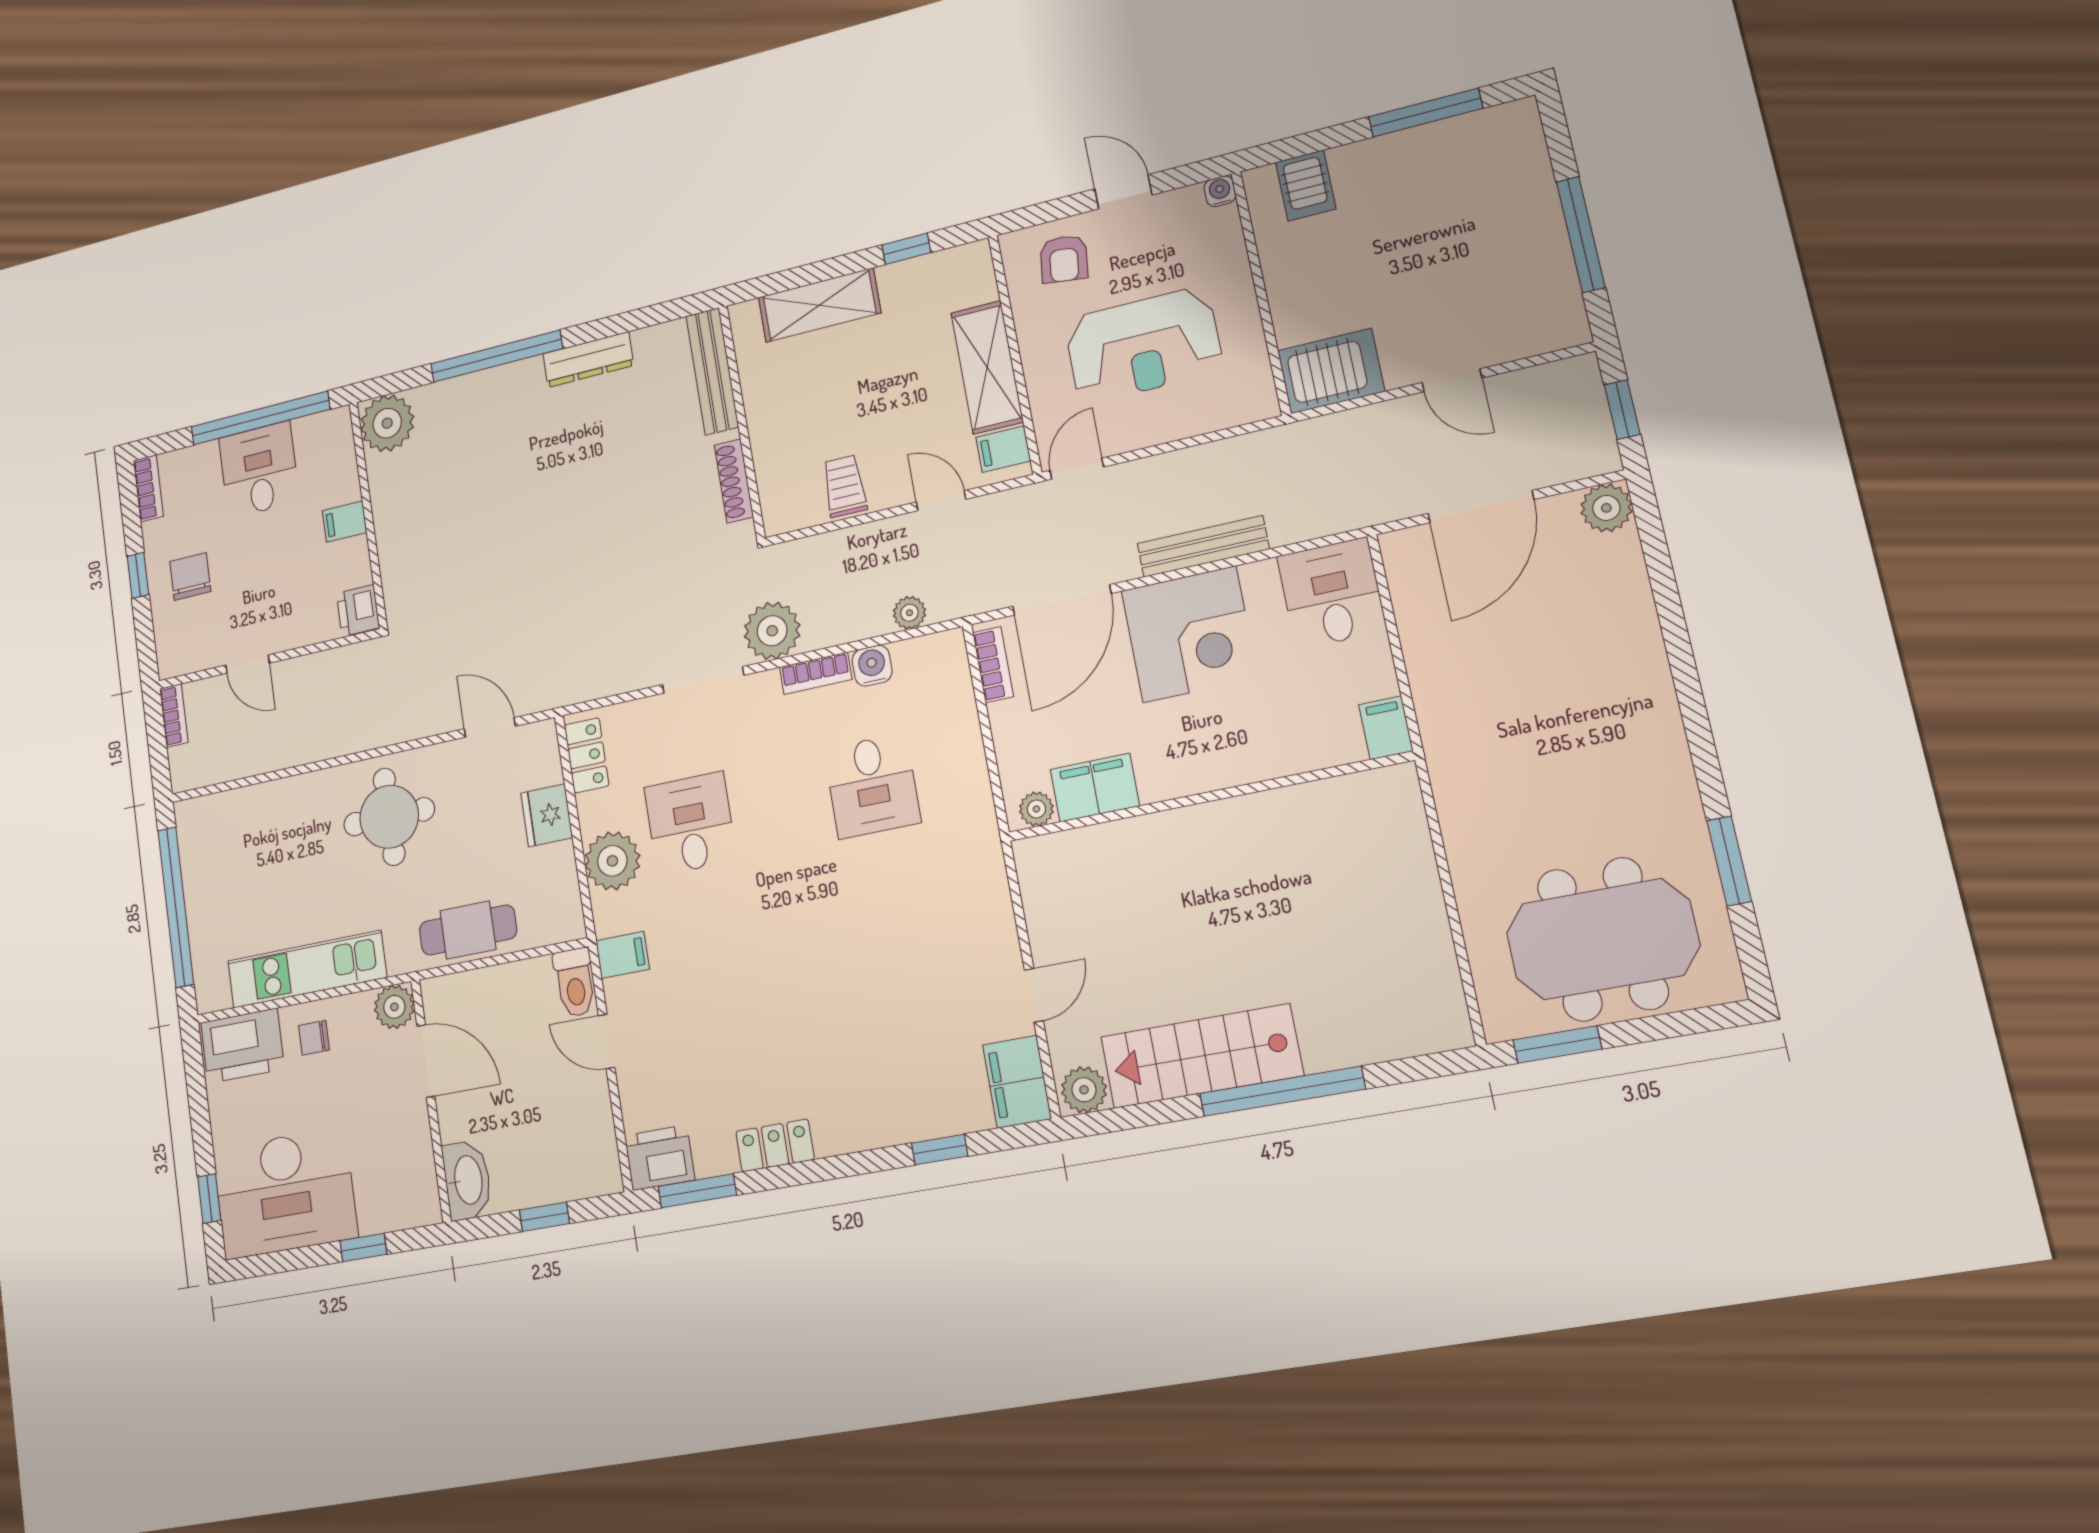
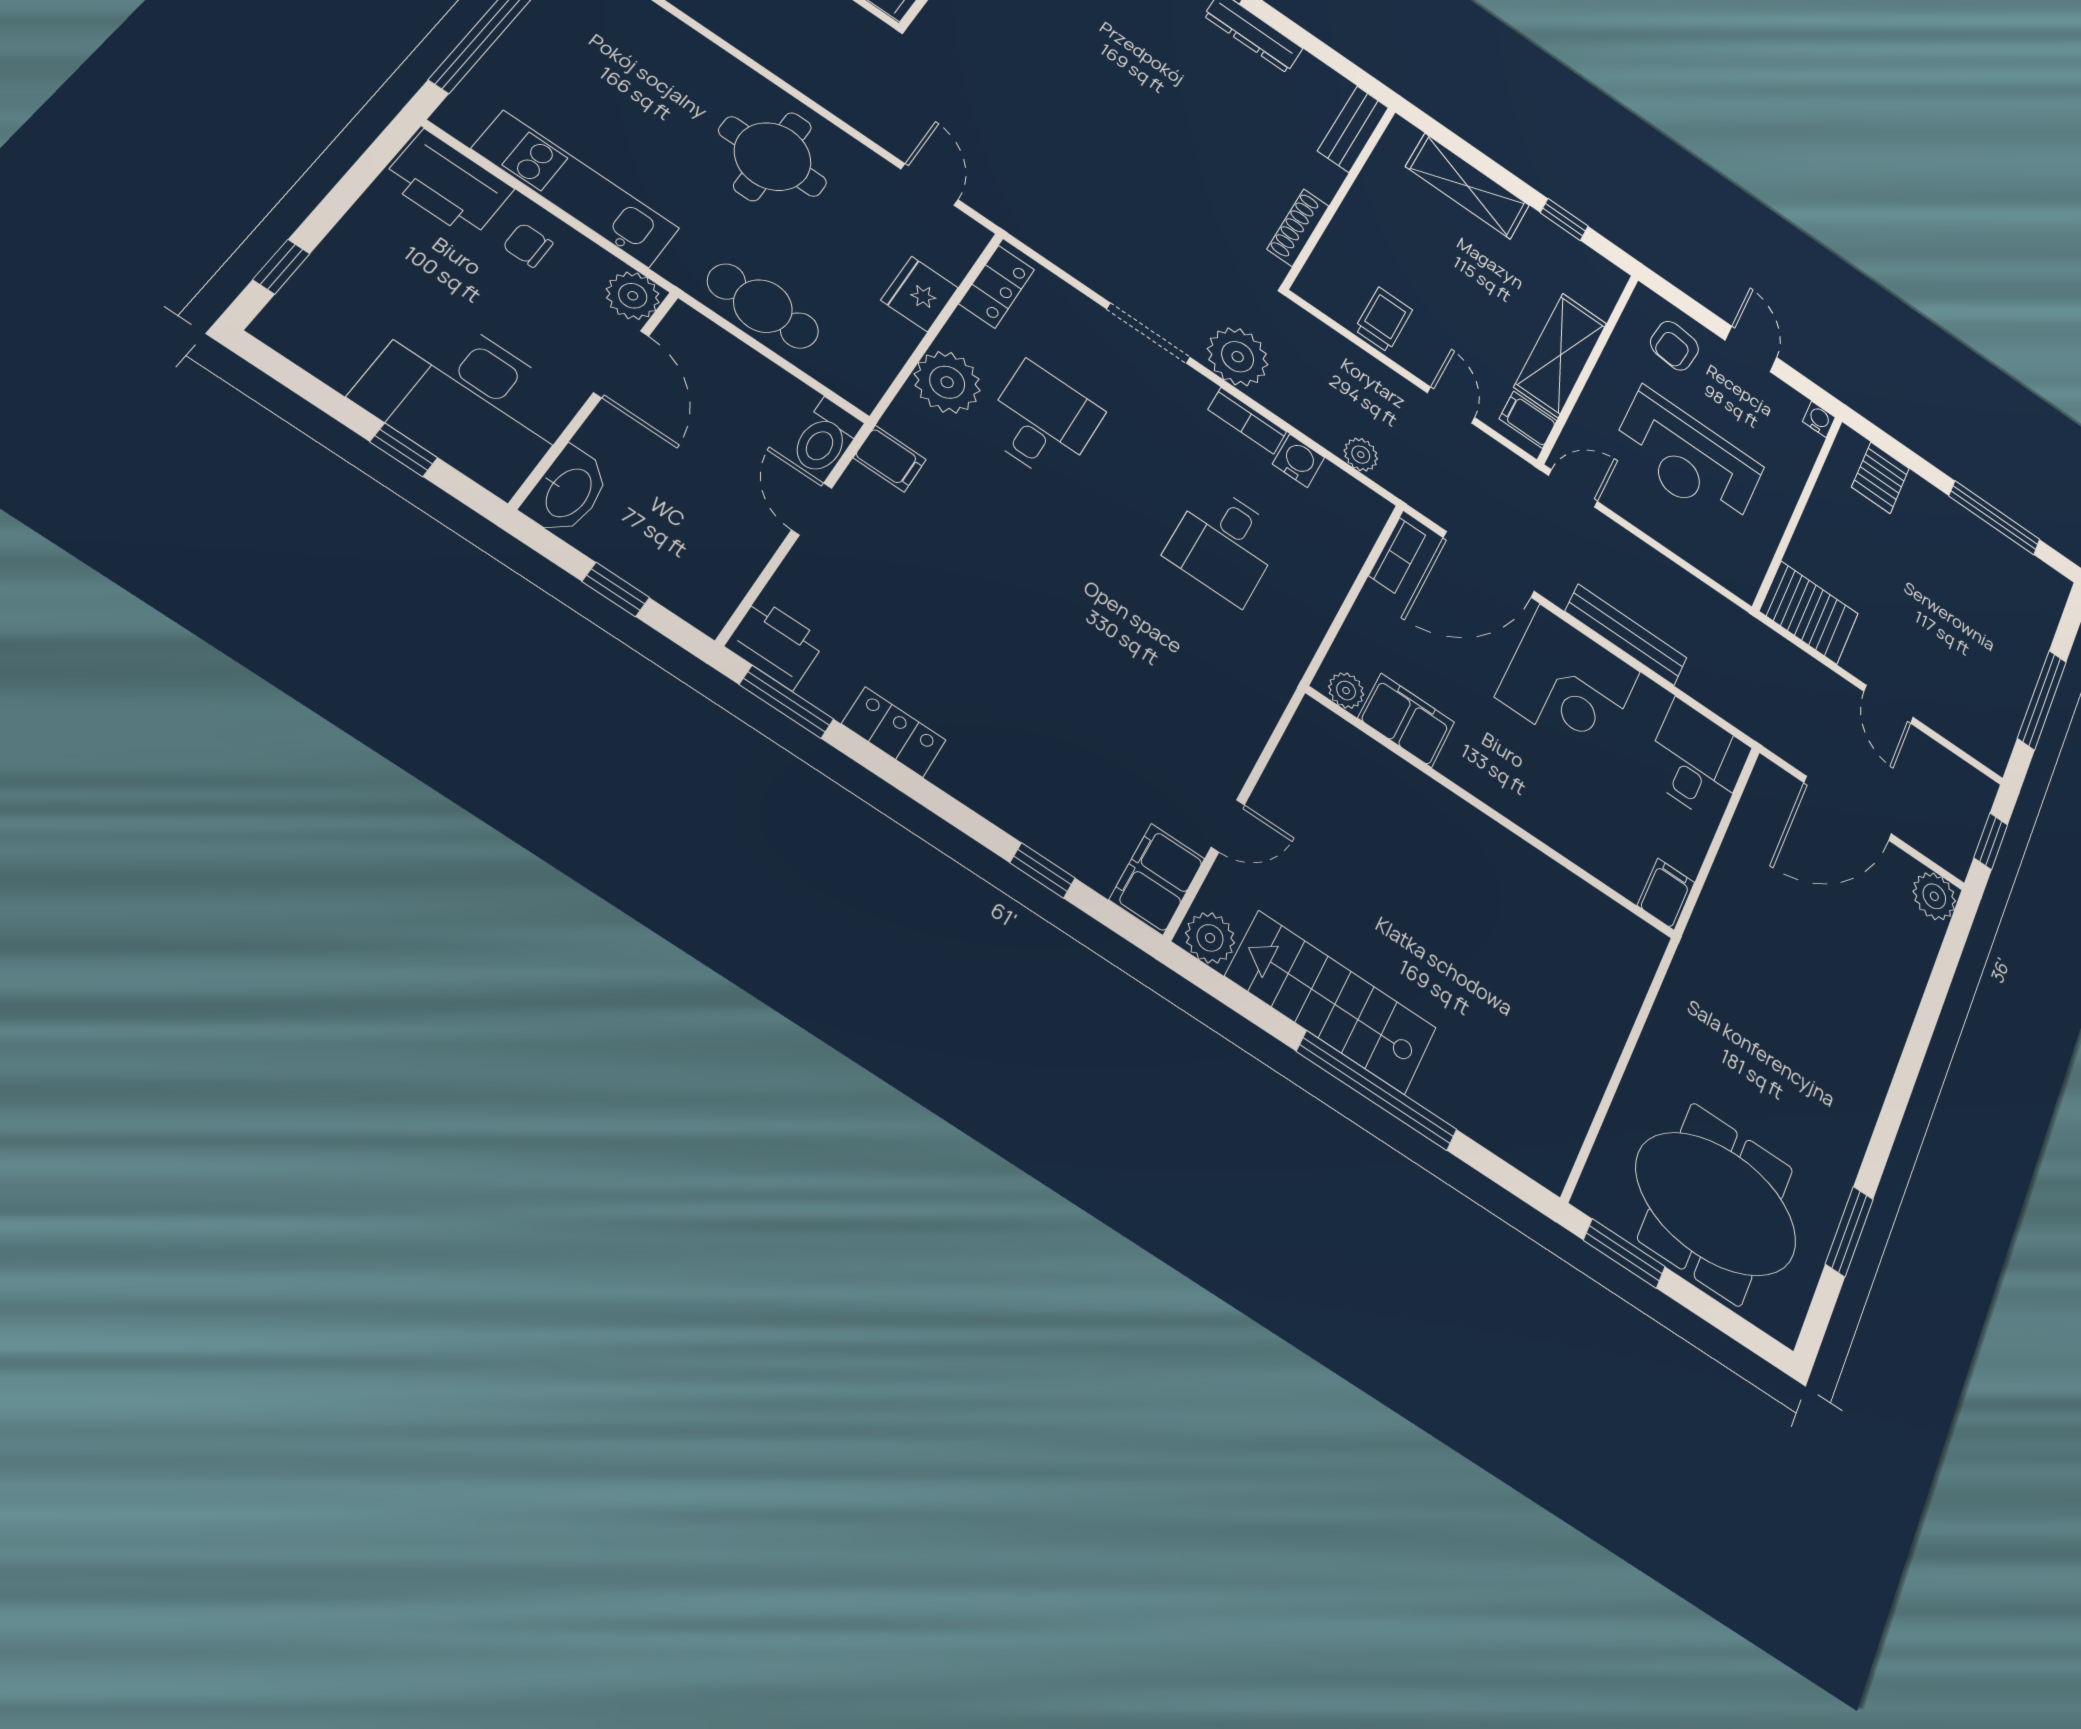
bench: (712, 371) -> (1353, 129), width x0.73
desk: (285, 1193) -> (467, 400), moved

